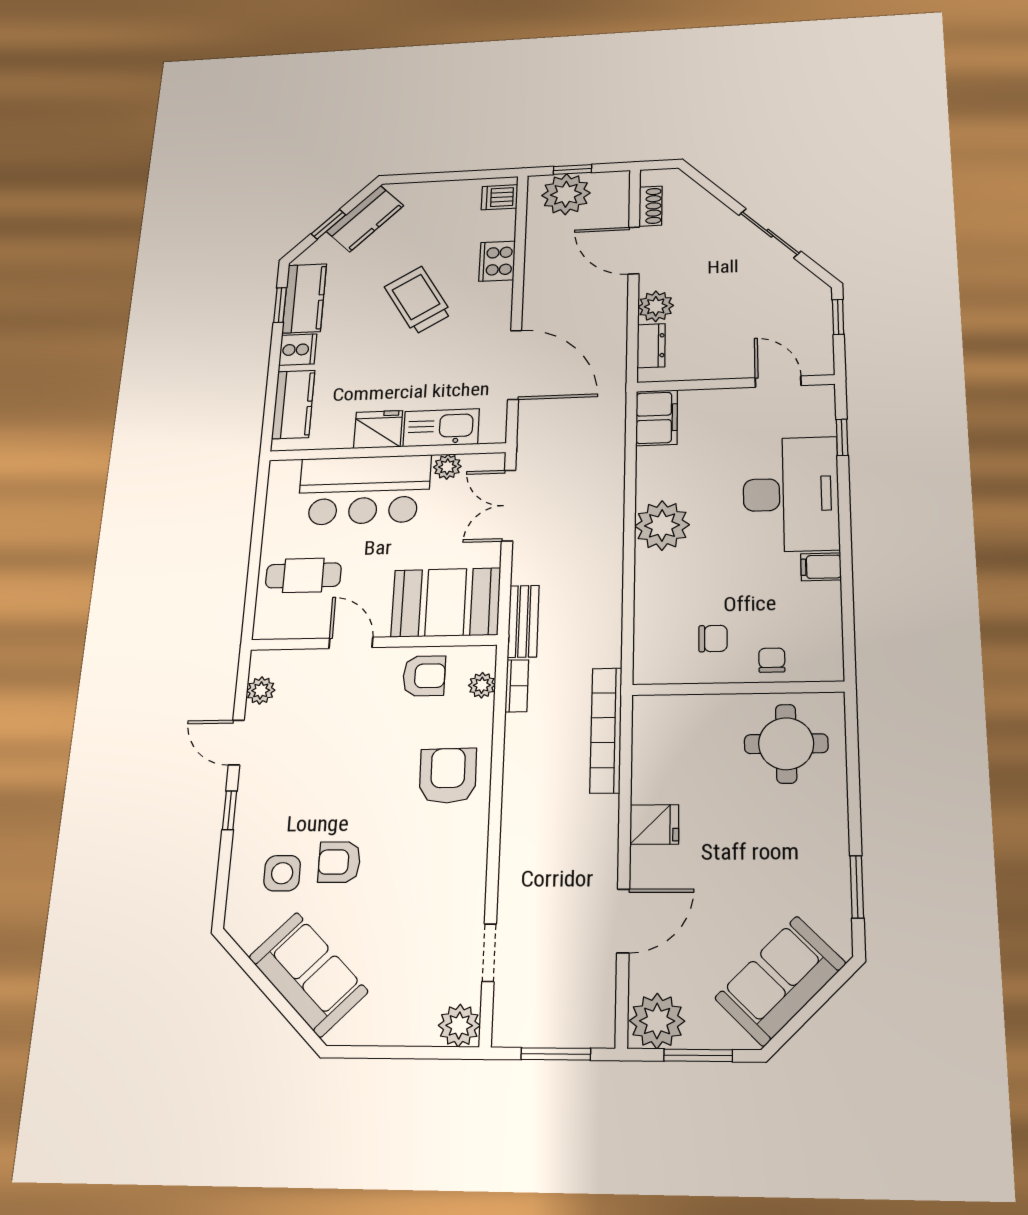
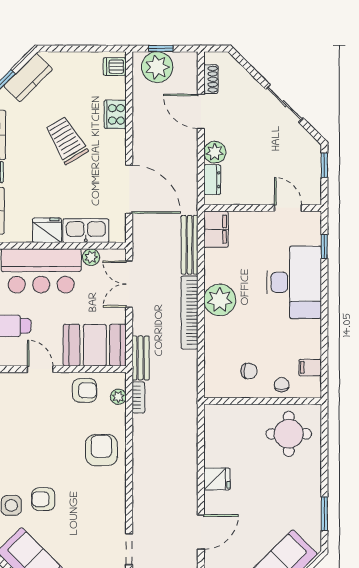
bench: (612, 443) -> (190, 245), added
filing cabinet: (821, 567) -> (310, 367), moved
bookcase: (606, 730) -> (189, 312), moved

